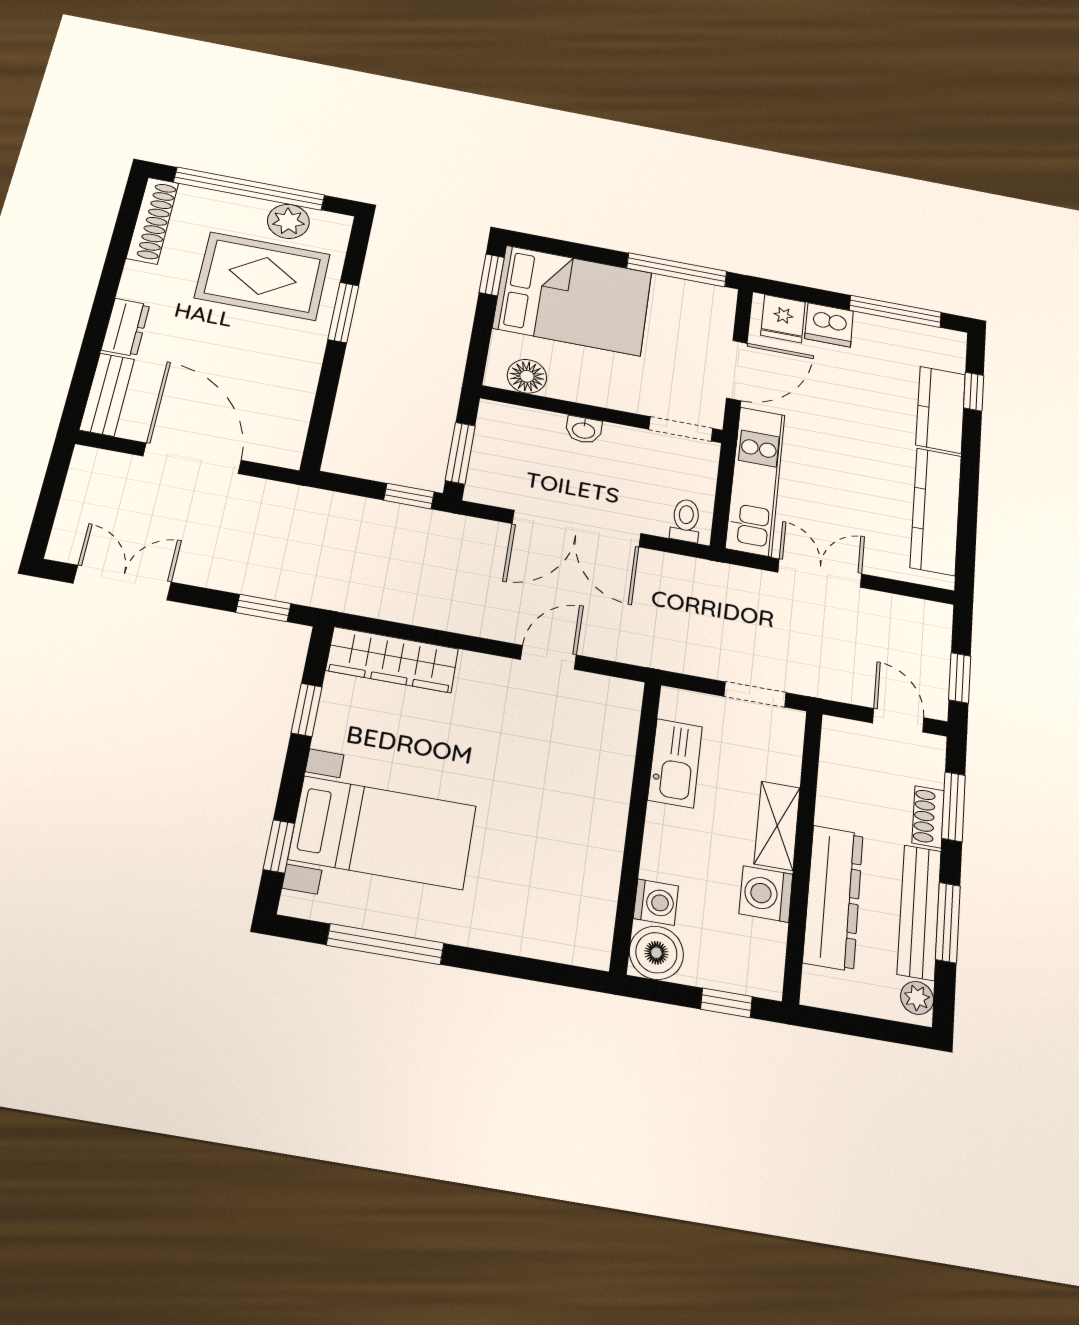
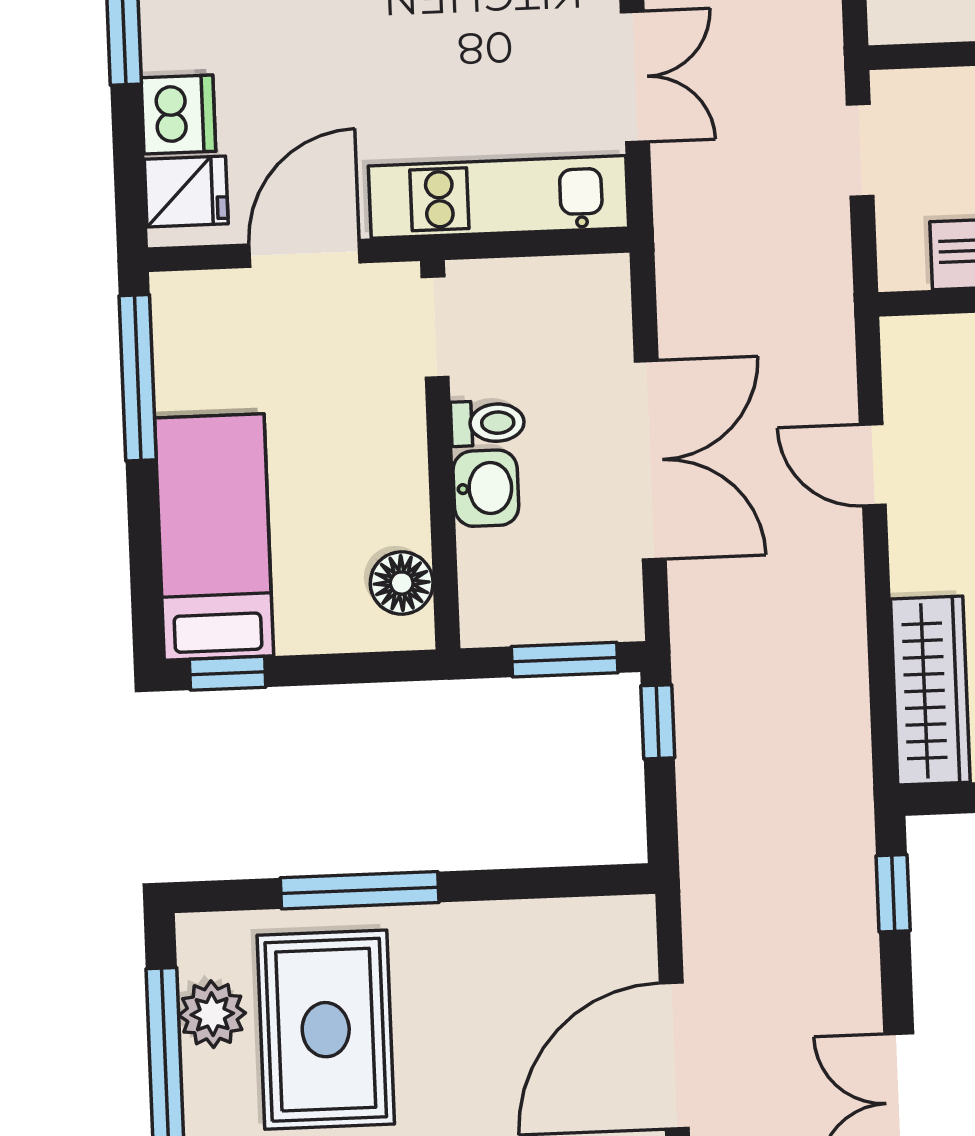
bed: (573, 300) -> (214, 537), width x0.67
window: (343, 312) -> (360, 890), width x1.44
door: (737, 370) -> (305, 253), hinge flipped
washbasin: (584, 430) -> (486, 488), width x1.38, depth x1.45
toilet: (686, 520) -> (488, 423), moved, turned 180
double door: (820, 573) -> (635, 77), swing flipped

